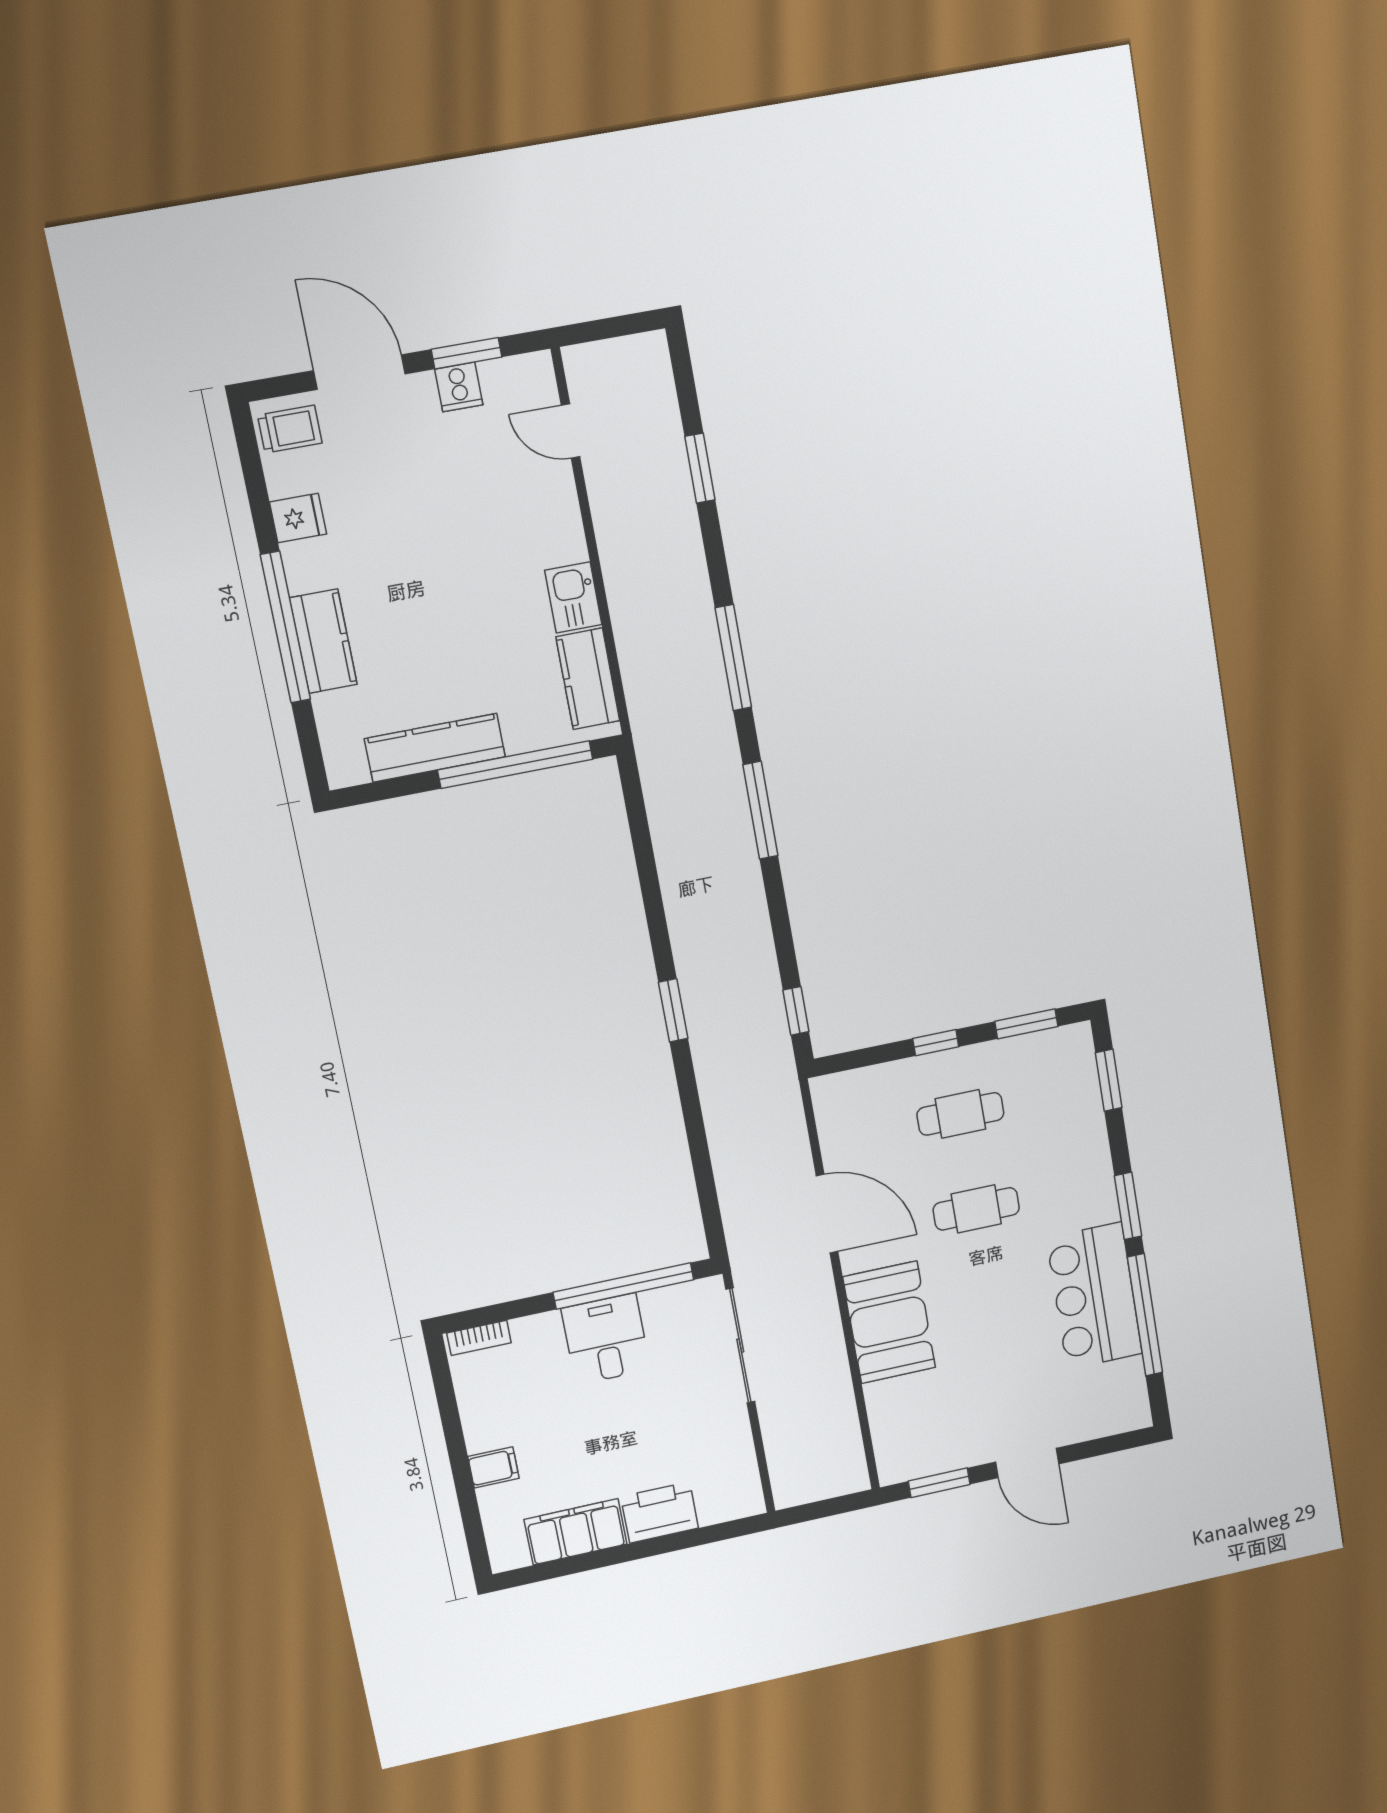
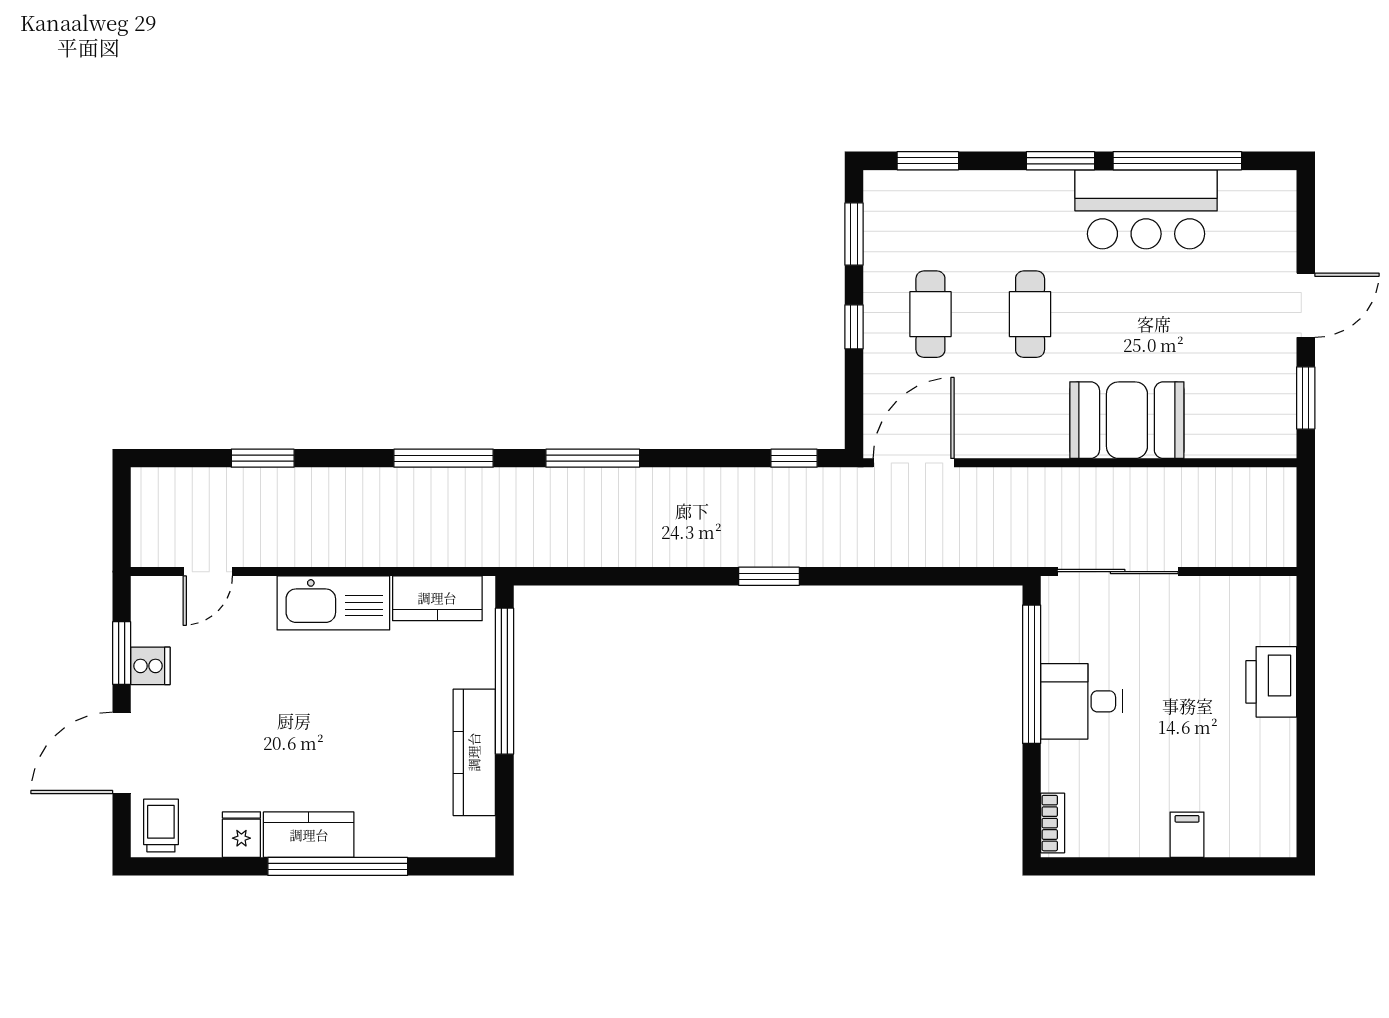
kitchen sink: (573, 597) -> (333, 603), width x1.87, depth x1.24
kitchen counter: (323, 641) -> (309, 835), moved
door: (827, 1214) -> (914, 463), moved
filing cabinet: (576, 1532) -> (1272, 768), removed

